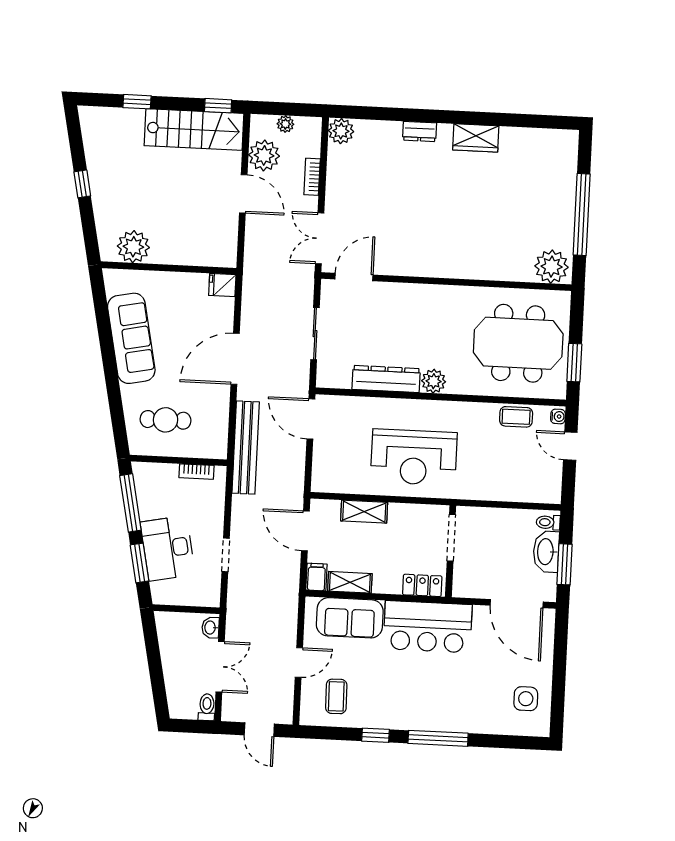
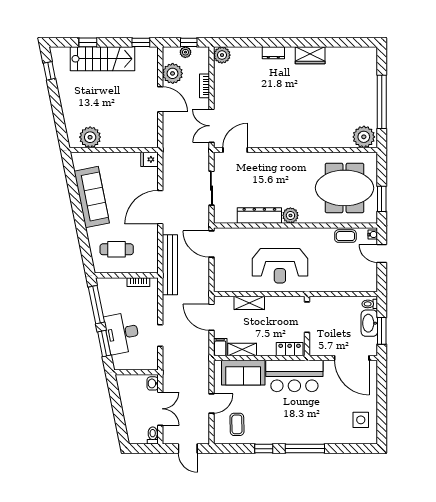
window: (291, 109) -> (189, 42), added
stairs: (194, 130) -> (102, 59), moved
window: (82, 184) -> (49, 71), moved

